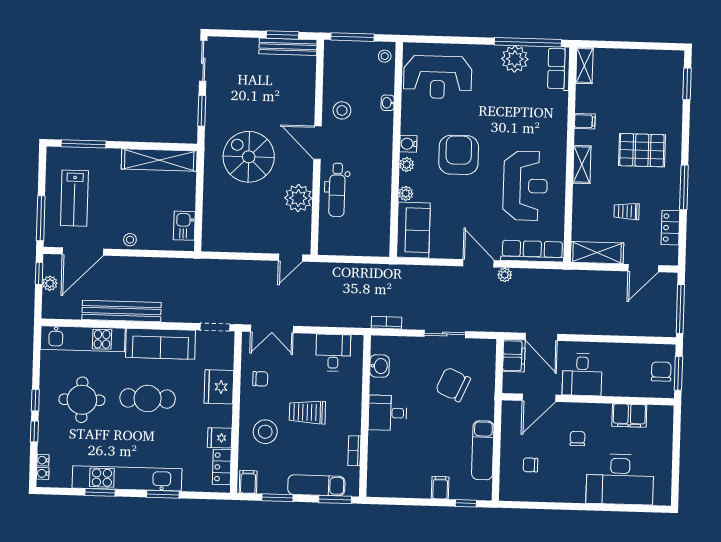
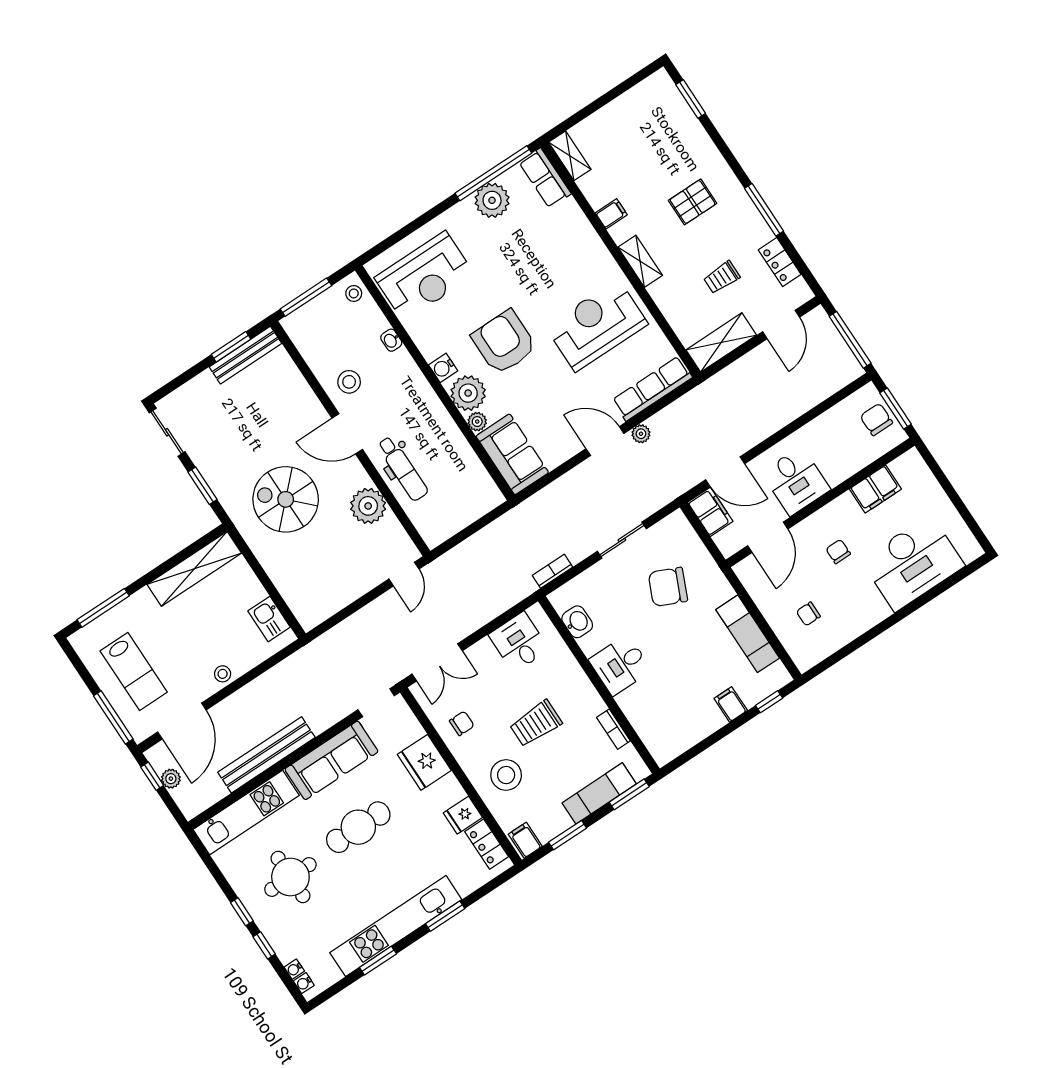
pallet: (642, 150) -> (693, 202), width x0.67, depth x0.71
plant: (407, 165) -> (468, 393), width x1.87, depth x1.87
reception desk: (525, 186) -> (597, 325), turned -90

